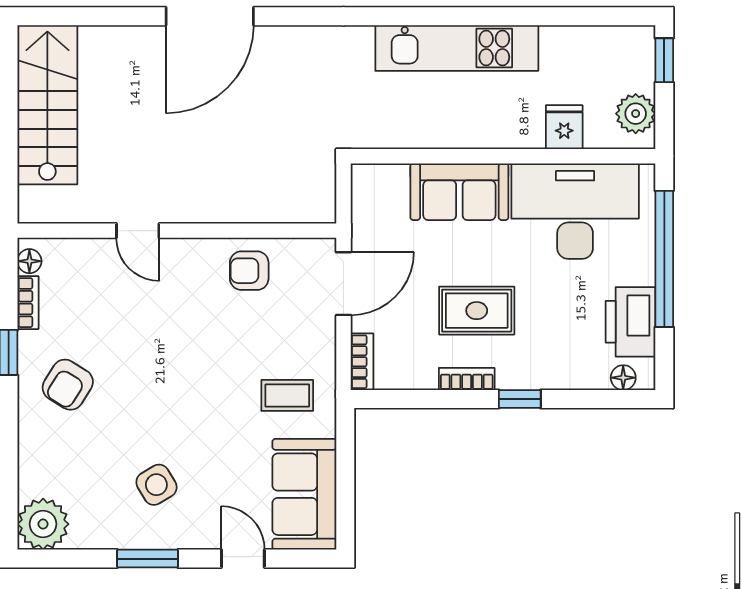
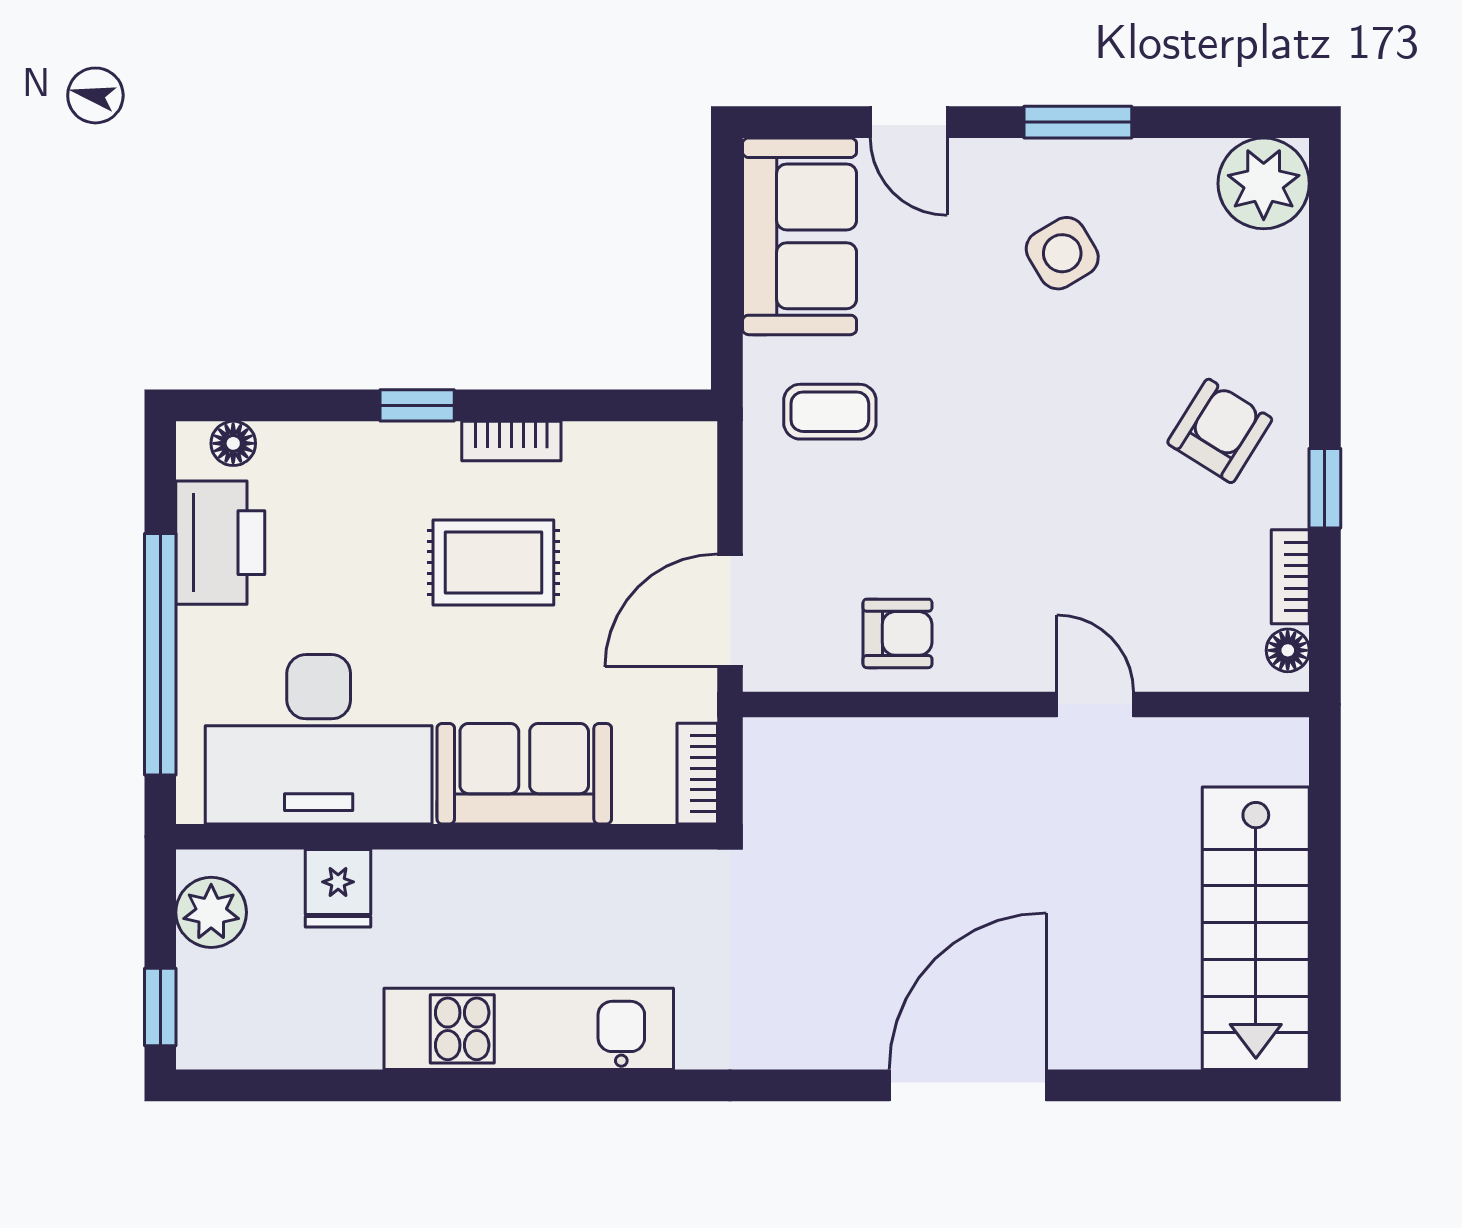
bookcase: (362, 362) -> (697, 774), moved

